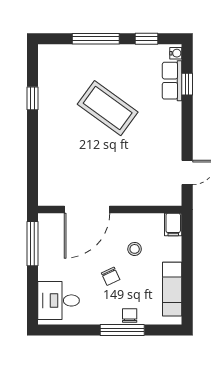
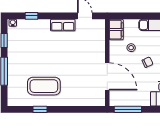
row of seats: (172, 81) -> (63, 25), moved
coffee table: (108, 108) -> (44, 86), moved, turned 54
filing cabinet: (173, 224) -> (116, 30), width x2.00

